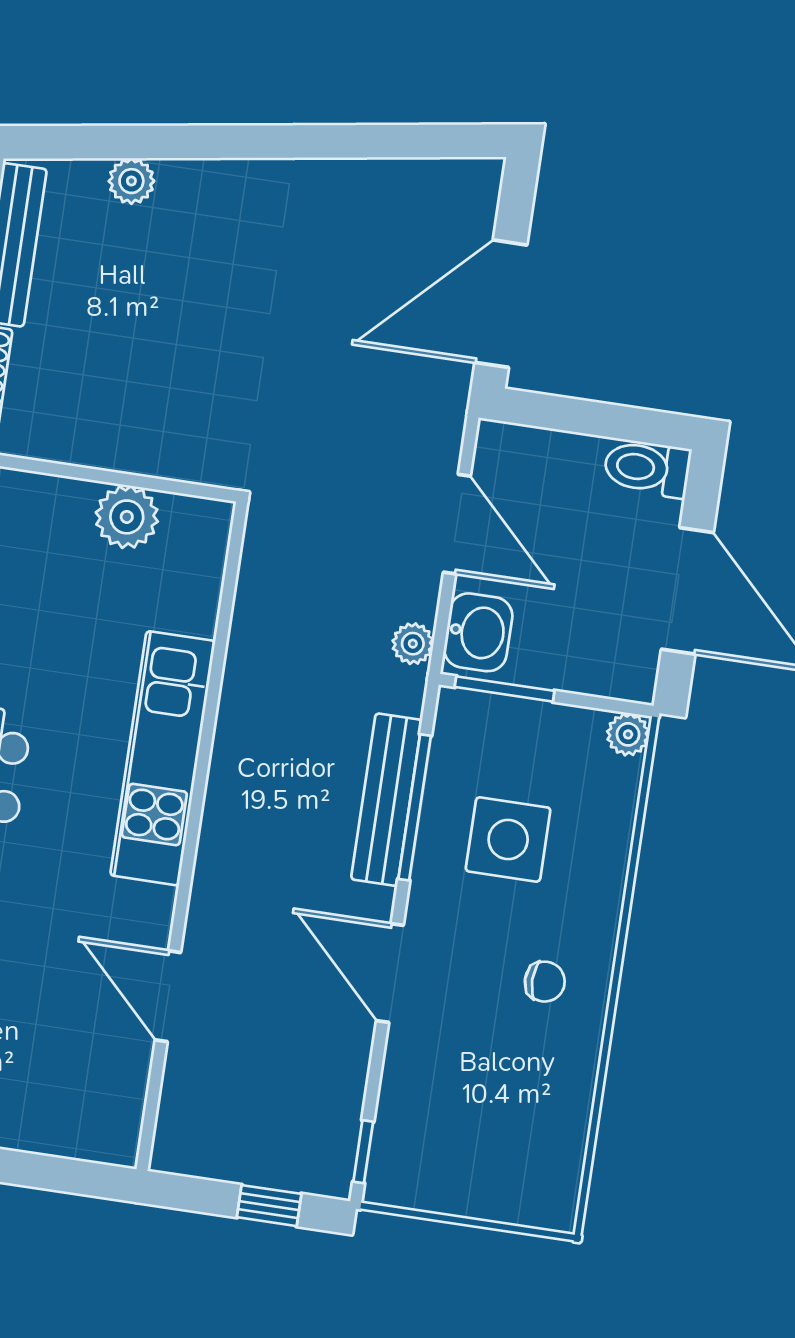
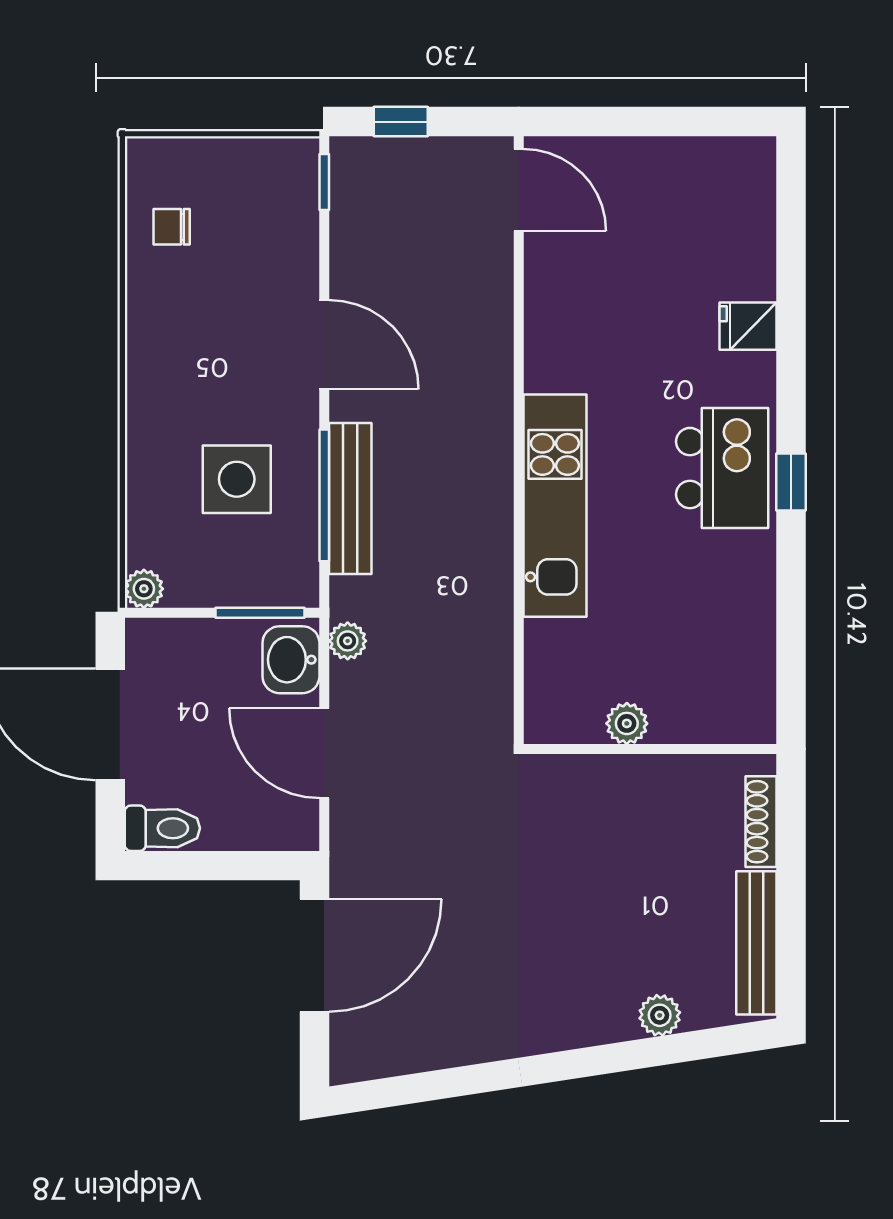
plant: (127, 517) -> (627, 723), width x0.73, depth x0.73
chair: (545, 982) -> (172, 227), moved
door: (168, 996) -> (519, 190), moved

